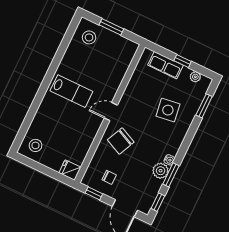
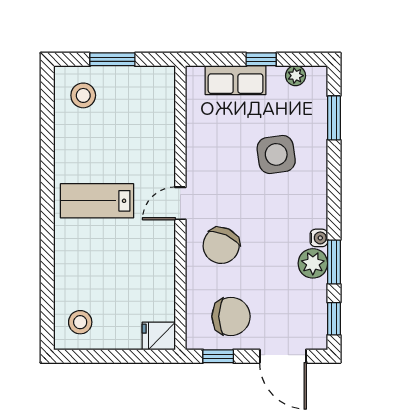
lab bench: (71, 91) -> (97, 201), turned 180
chair: (109, 177) -> (231, 316), width x1.87, depth x1.87

